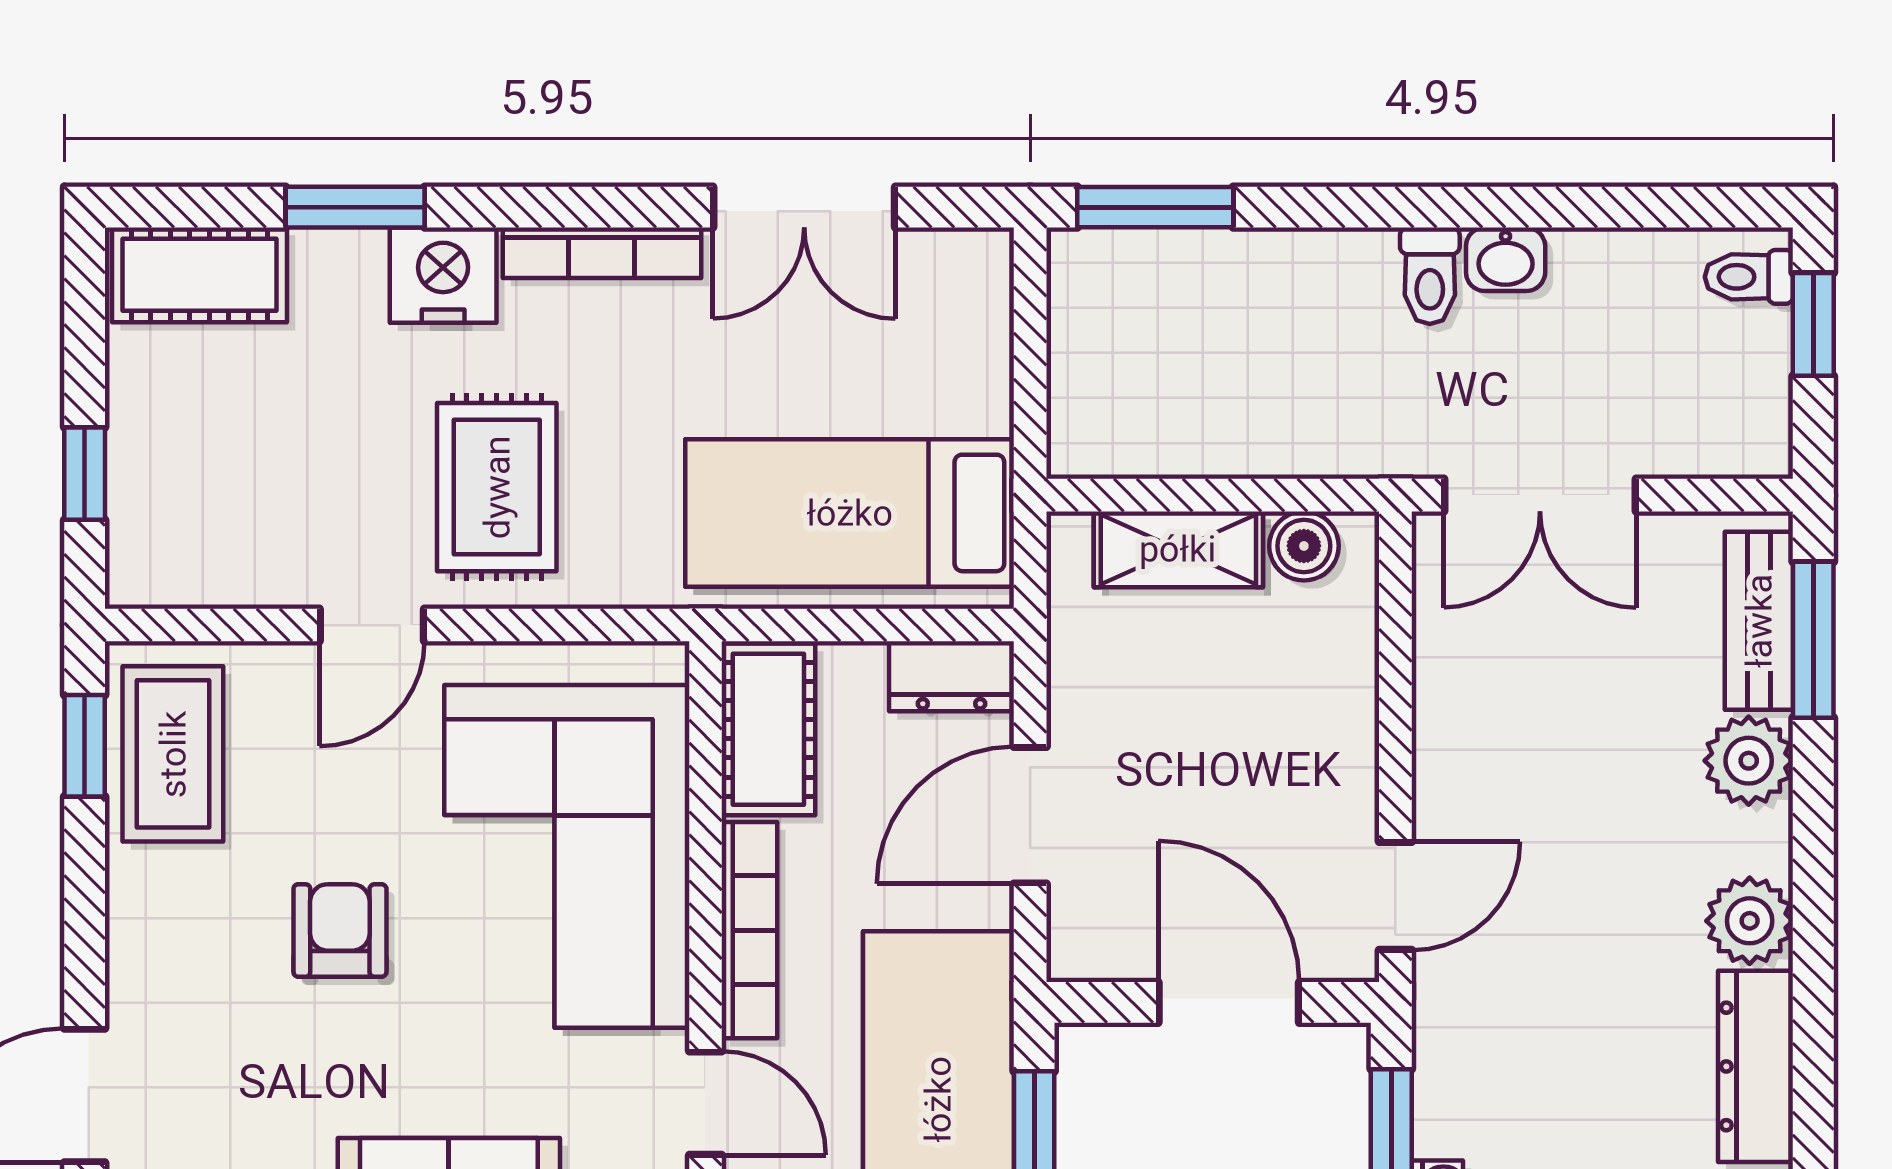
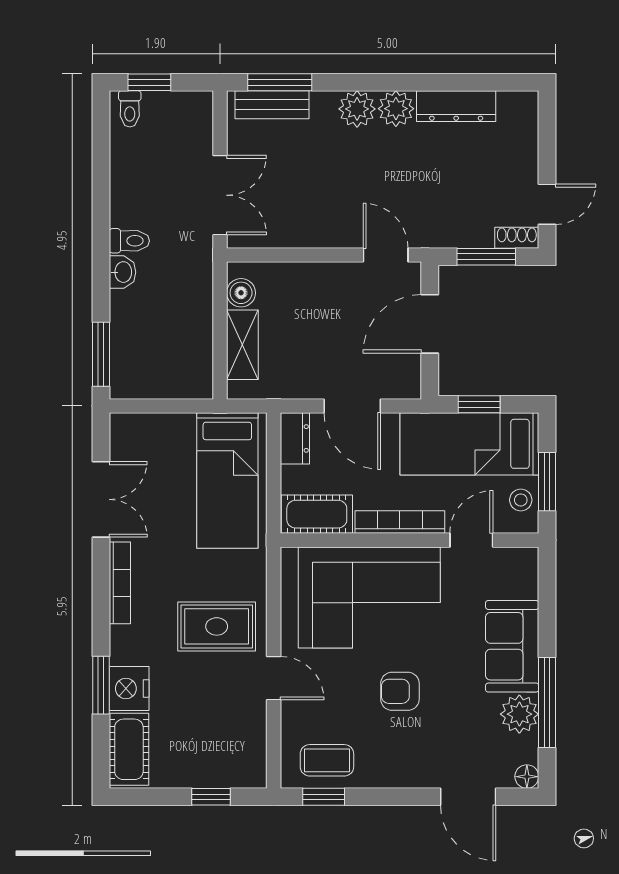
washbasin: (1506, 259) -> (122, 272), moved
nightstand: (443, 275) -> (129, 689), moved
coffee table: (173, 754) -> (327, 760), width x0.73, depth x0.77
plant: (1749, 761) -> (357, 109), moved

